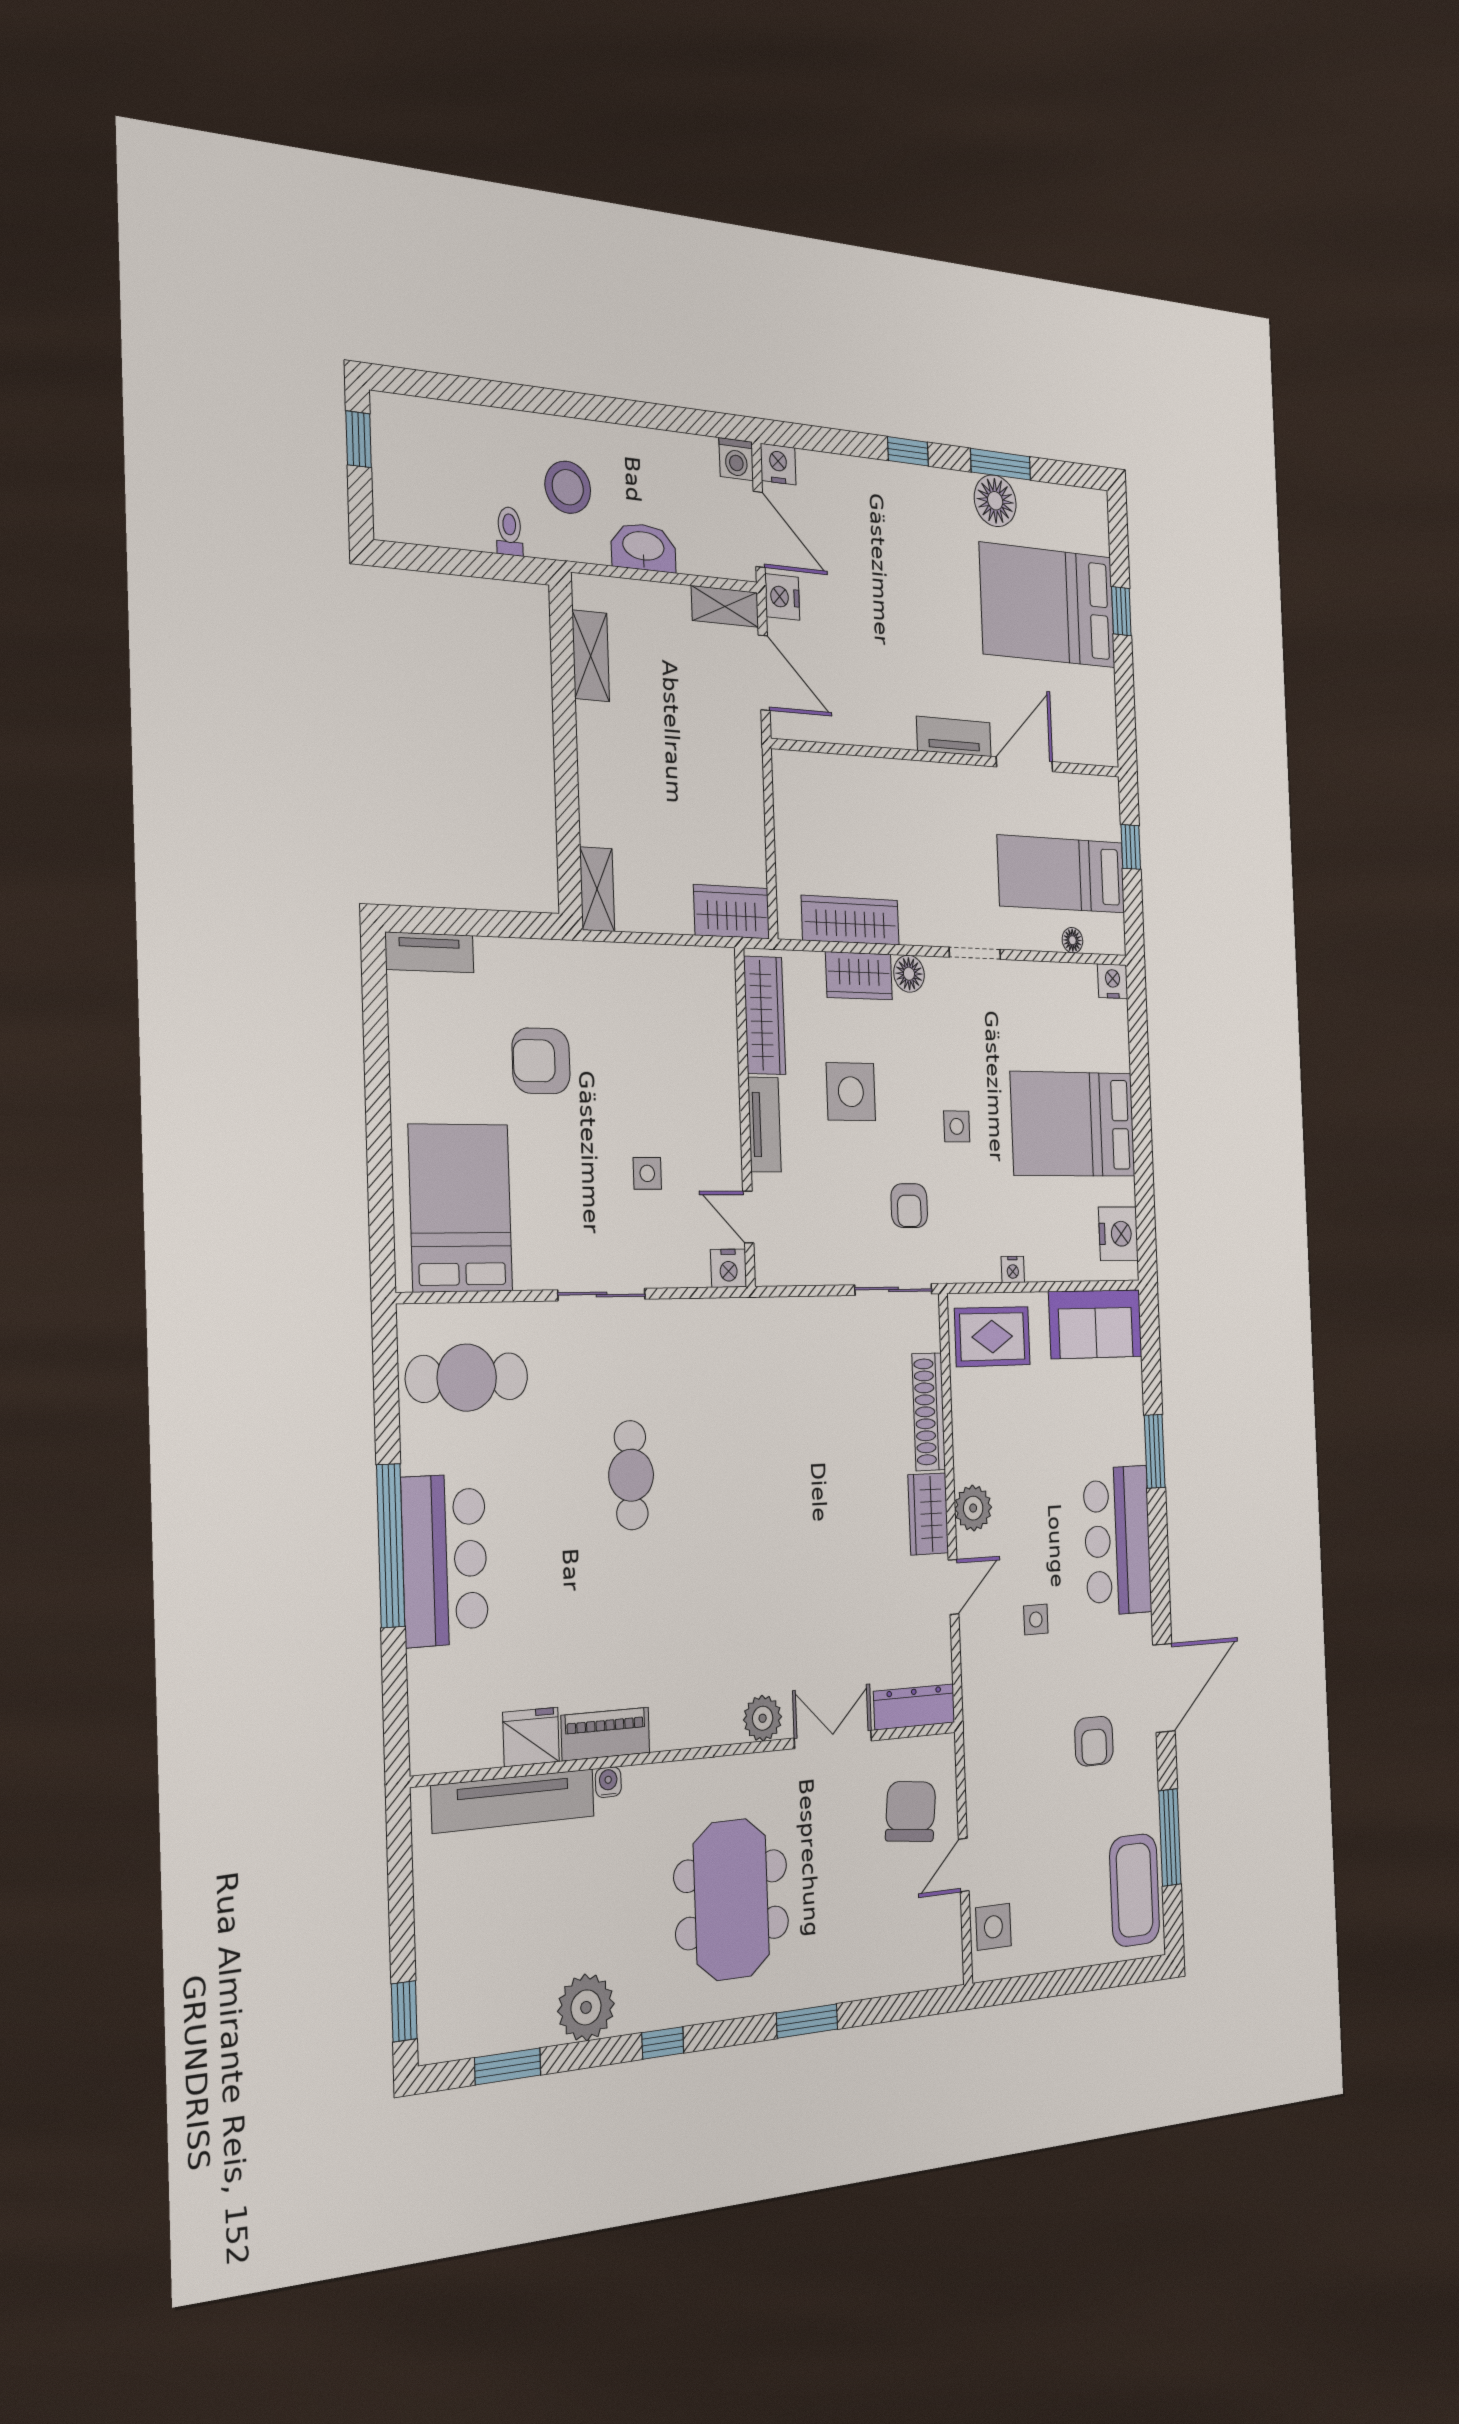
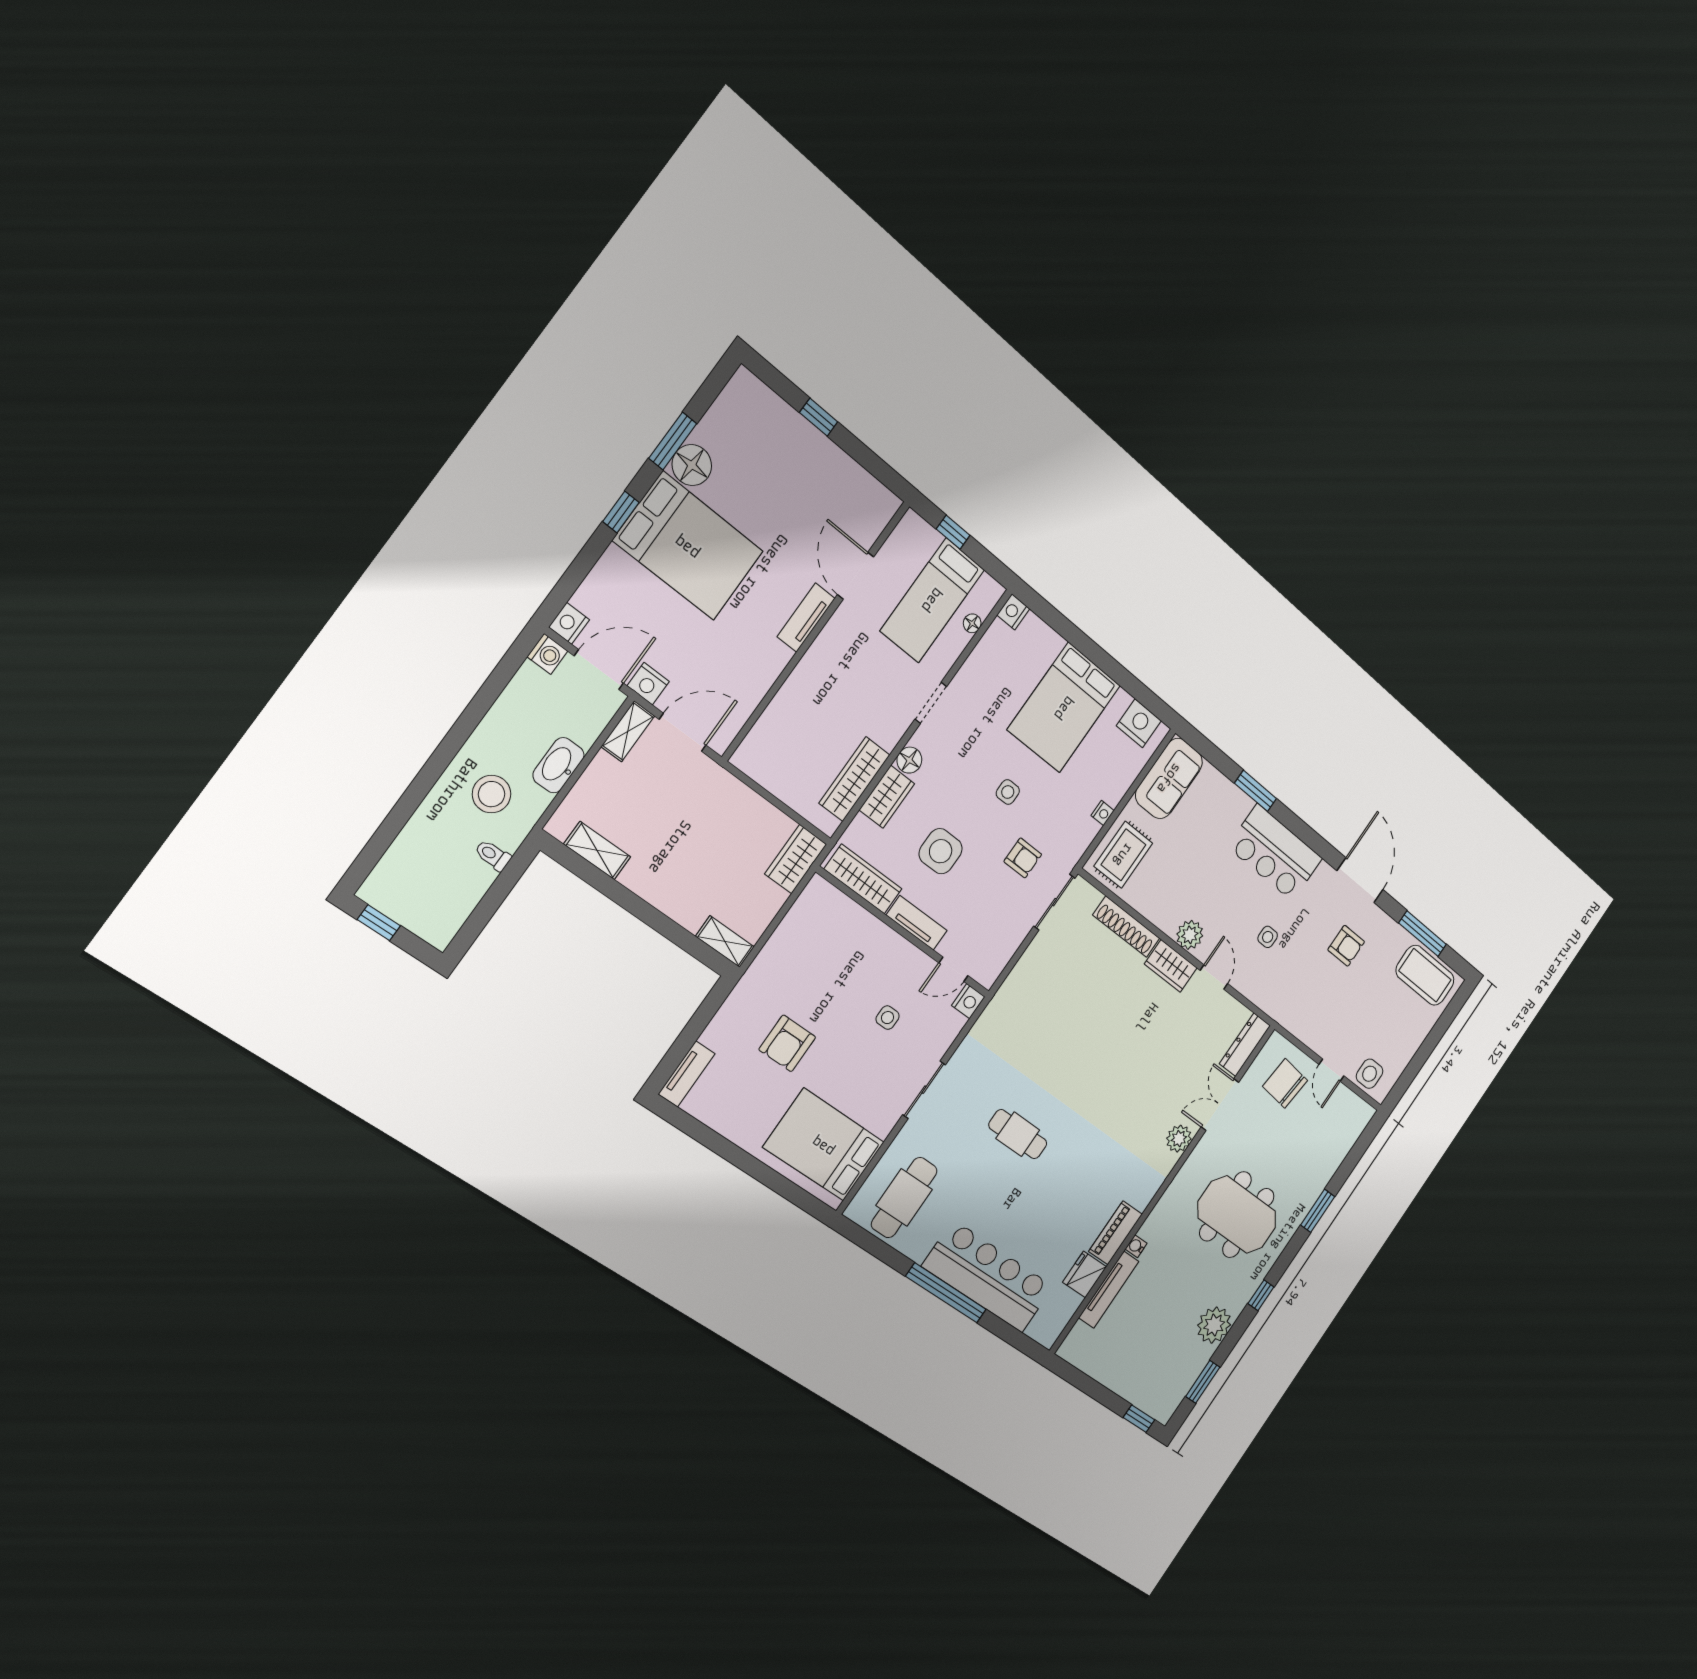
bed: (1048, 605) -> (688, 546), moved, turned -90
bar counter: (445, 1560) -> (988, 1277), width x1.36
tv unit: (513, 1801) -> (1109, 1290), width x0.73, depth x0.78

